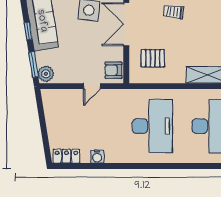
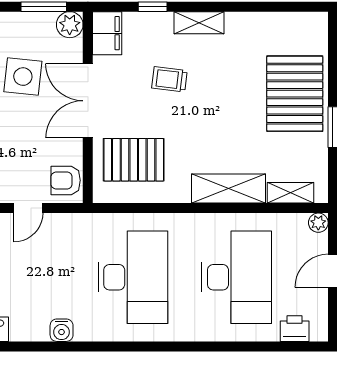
pallet: (153, 58) -> (134, 160), width x1.50, depth x1.42
water cooler: (97, 157) -> (62, 330), moved

